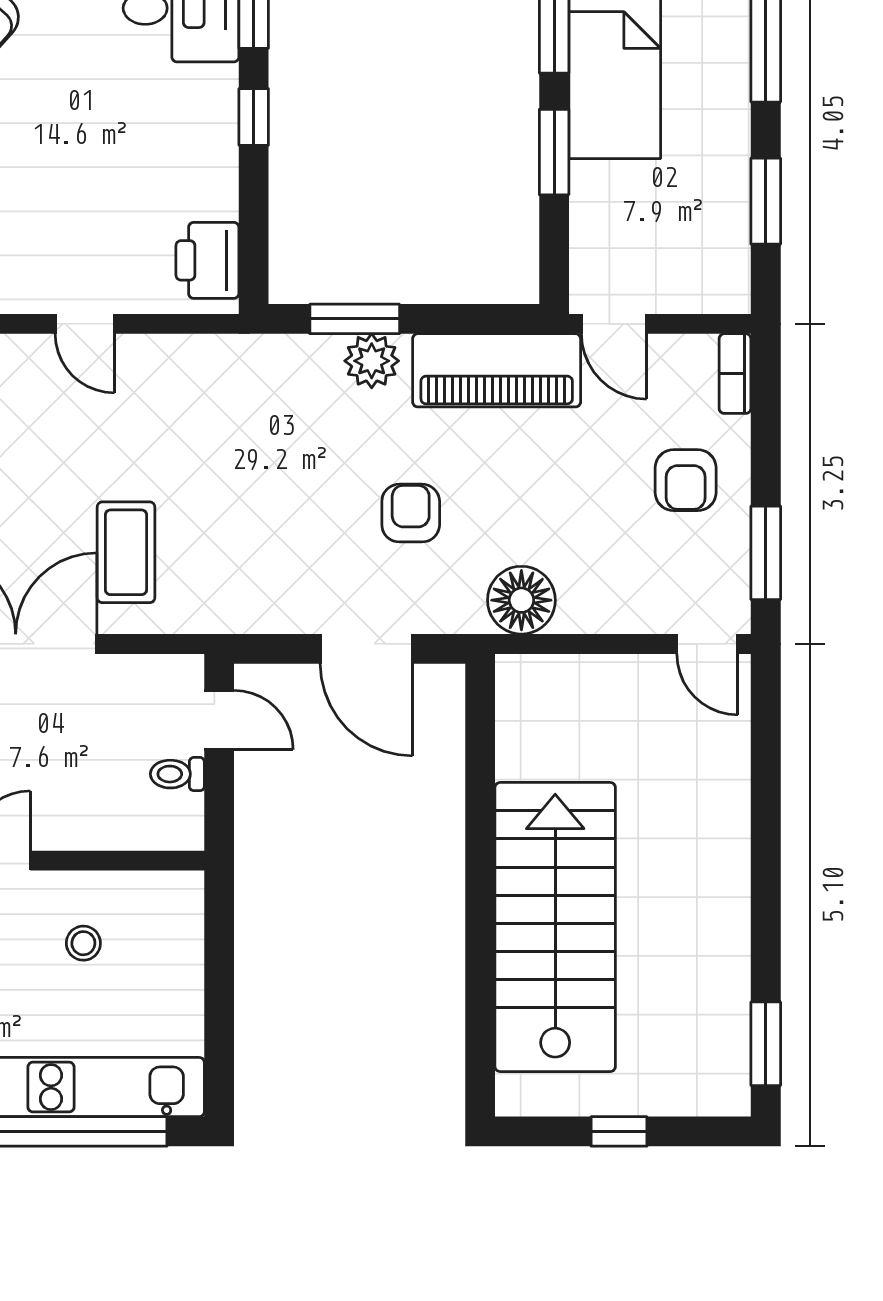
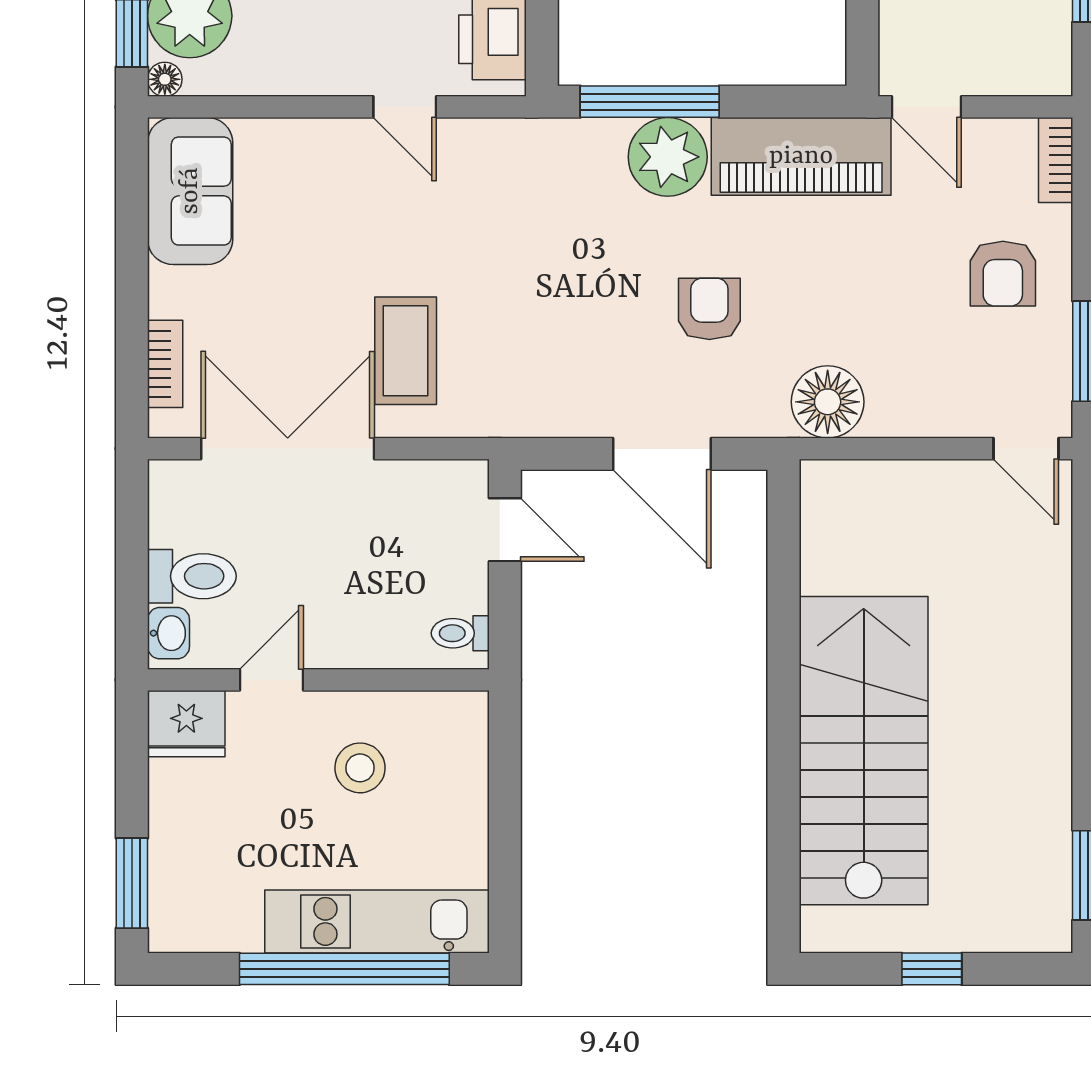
window: (355, 319) -> (650, 102), width x1.44
door: (85, 324) -> (405, 107), moved
plant: (372, 361) -> (668, 157), width x1.36, depth x1.36
toilet: (177, 774) -> (460, 633), moved
stool: (83, 943) -> (360, 768), width x1.37, depth x1.37

